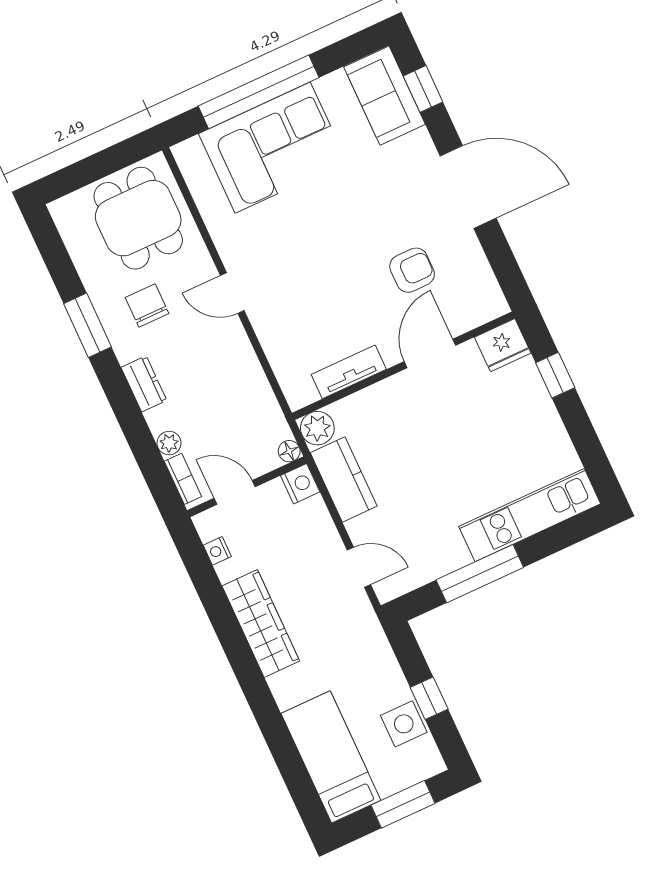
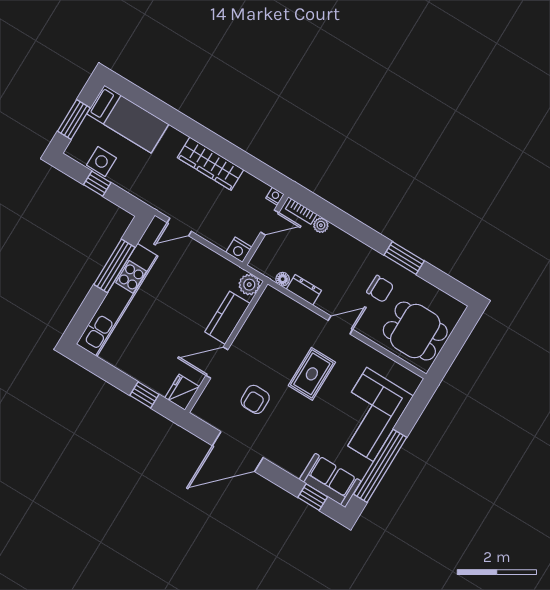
window: (259, 92) -> (380, 466), moved
door: (468, 187) -> (238, 452), moved
rug: (314, 253) -> (312, 374), added
door: (430, 353) -> (217, 363), swing flipped
tv unit: (349, 372) -> (253, 325), removed
dresser: (144, 384) -> (304, 290), moved, turned 180
floor lamp: (289, 451) -> (283, 279), moved
kitchen counter: (344, 479) -> (227, 318), moved, turned 90
kitchen unit: (530, 515) -> (117, 300), width x1.36
nightstand: (217, 551) -> (275, 196), moved

